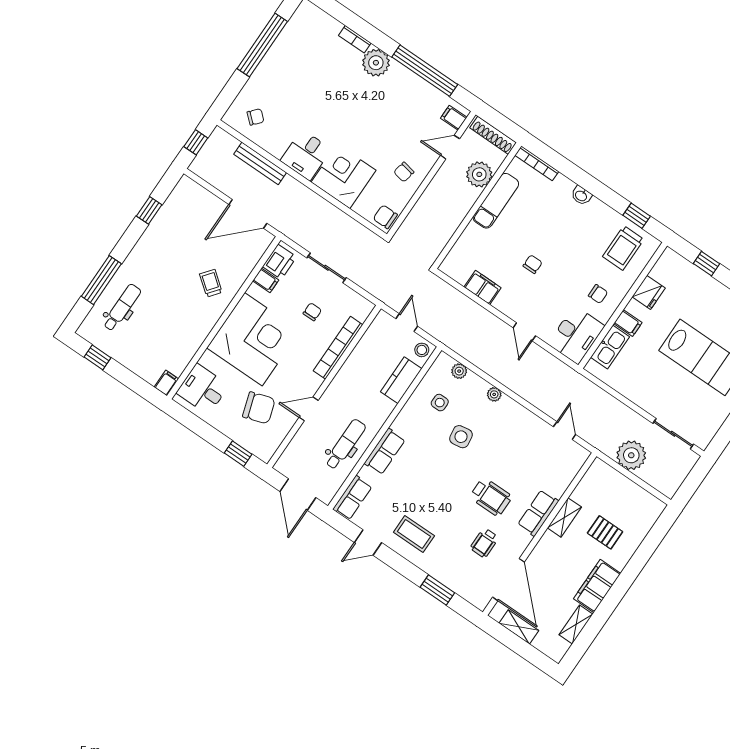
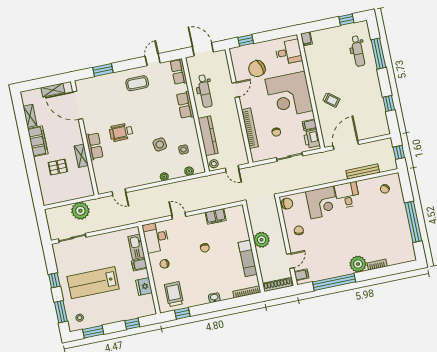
plant: (479, 174) -> (262, 240), moved
kitchen counter: (401, 380) -> (208, 136), width x1.50
wheelchair: (484, 543) -> (104, 110), removed

